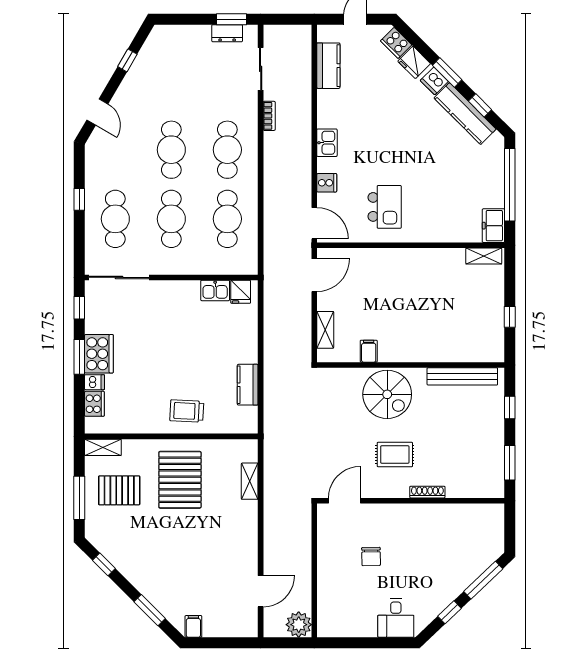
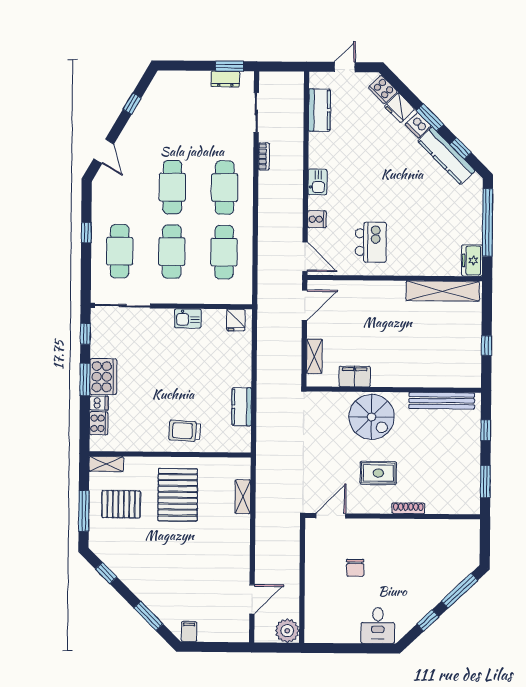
shelving: (484, 256) -> (443, 291), width x2.20, depth x1.33
kitchen sink: (215, 290) -> (188, 318), moved
filing cabinet: (369, 351) -> (355, 376), width x2.00

